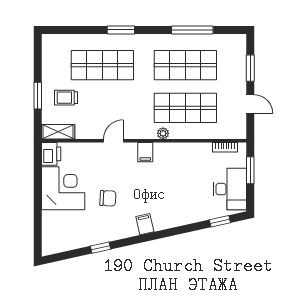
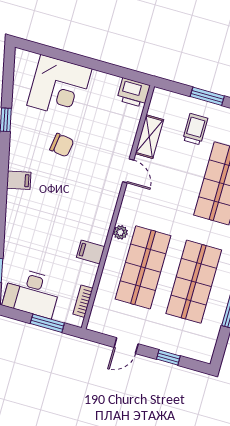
window: (250, 68) -> (168, 358), width x0.67
shelving: (58, 132) -> (149, 137), moved
filing cabinet: (145, 152) -> (91, 252), moved
corner desk: (63, 188) -> (59, 87), moved
chair: (108, 198) -> (62, 145), turned -85

